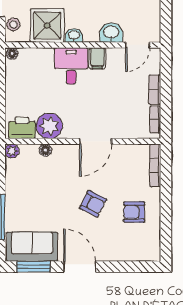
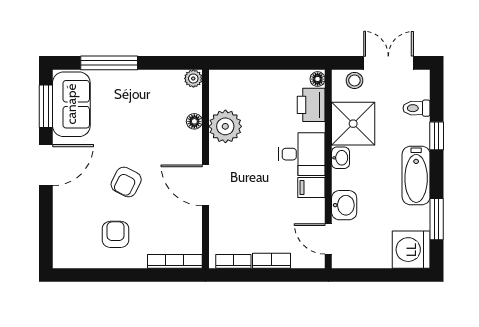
printer: (22, 128) -> (311, 105), moved, turned 180

